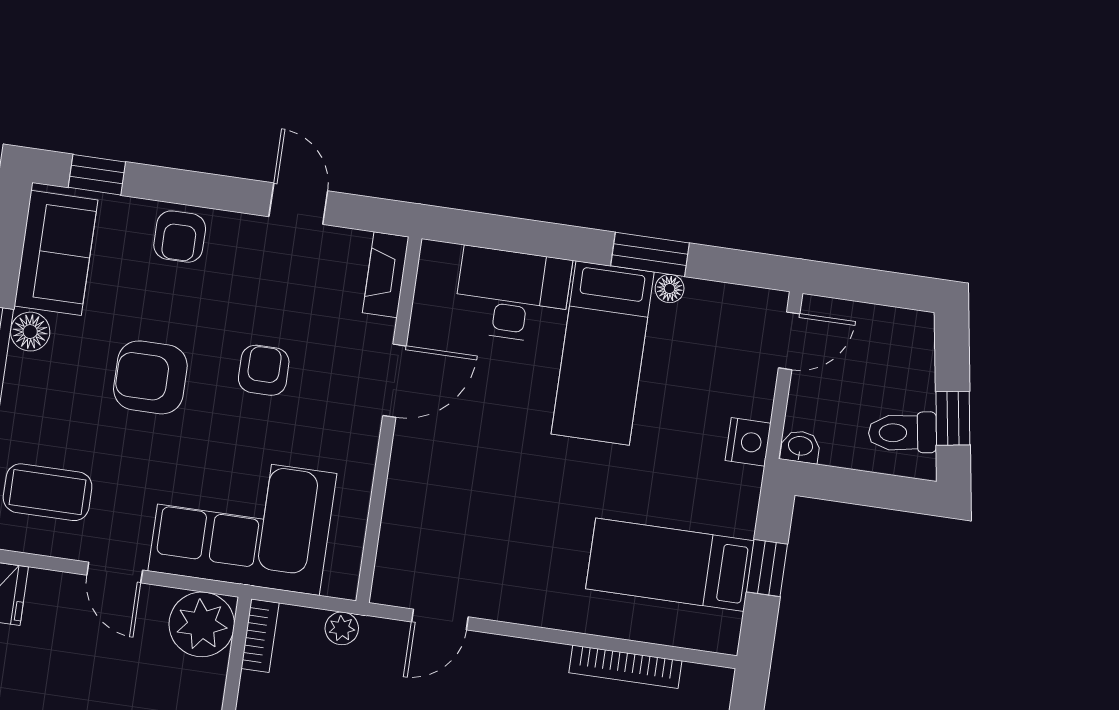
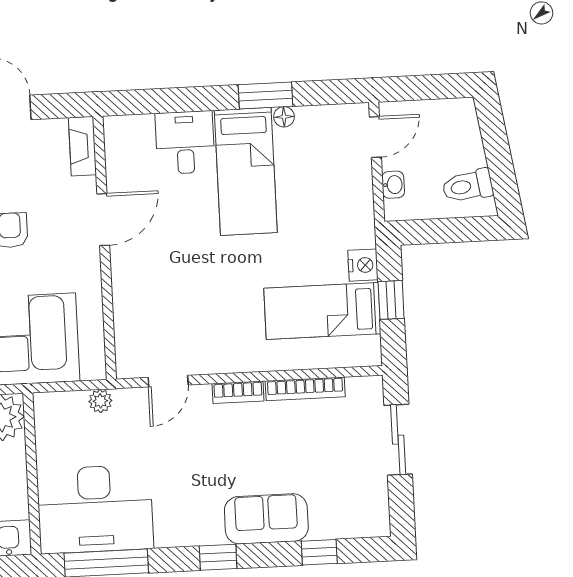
desk: (512, 295) -> (185, 142), width x0.73
window: (953, 418) -> (501, 169), removed
nightstand: (748, 442) -> (363, 265), moved
washbasin: (800, 447) -> (393, 185), moved, turned 90
bookcase: (260, 636) -> (238, 392), moved, turned 90

